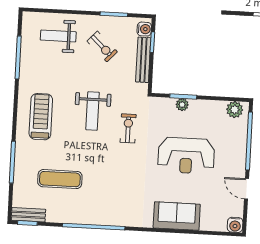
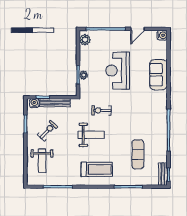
treadmill: (41, 117) -> (97, 169), turned 180
reception desk: (186, 156) -> (118, 71), turned 180

